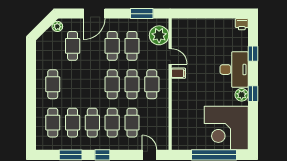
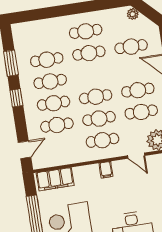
plant: (57, 26) -> (133, 14), moved
door: (170, 56) -> (136, 156), hinge flipped
filing cabinet: (178, 73) -> (106, 170), moved
cafe table: (53, 123) -> (89, 53), moved
filing cabinet: (180, 132) -> (55, 179), added

